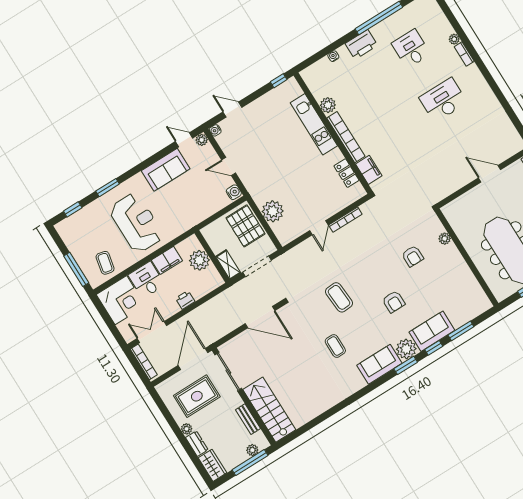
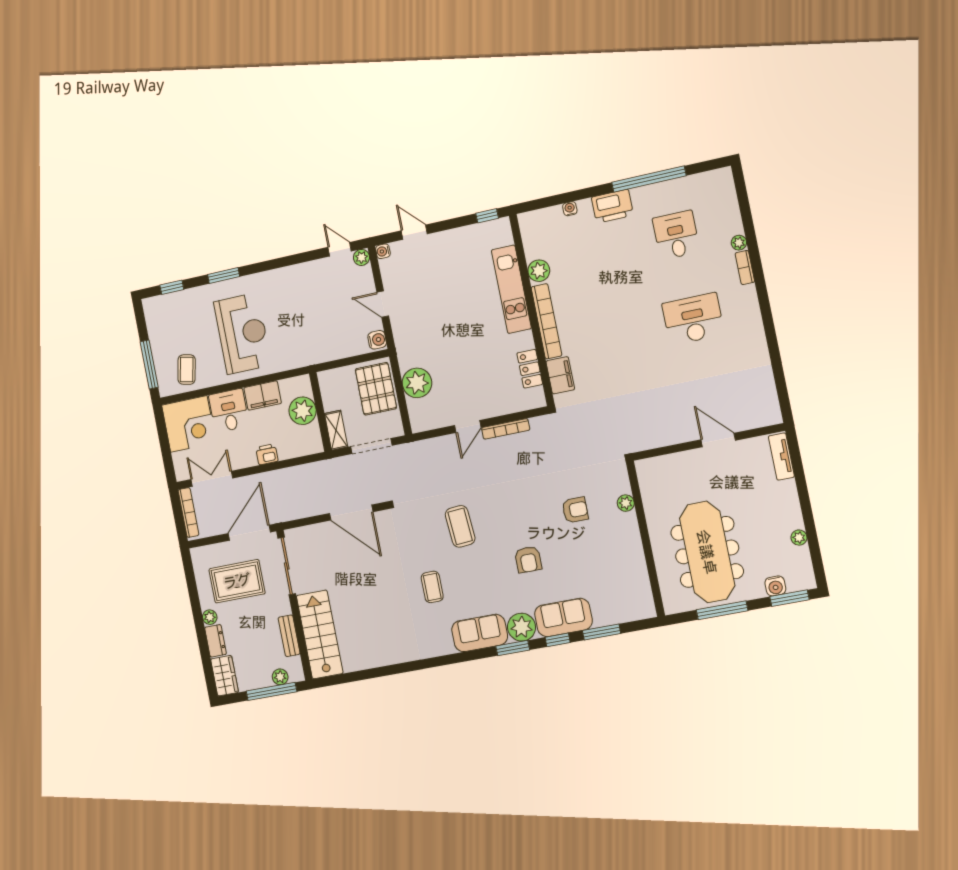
sofa: (166, 170) -> (303, 279), removed
armchair: (413, 256) -> (575, 510), turned -90

